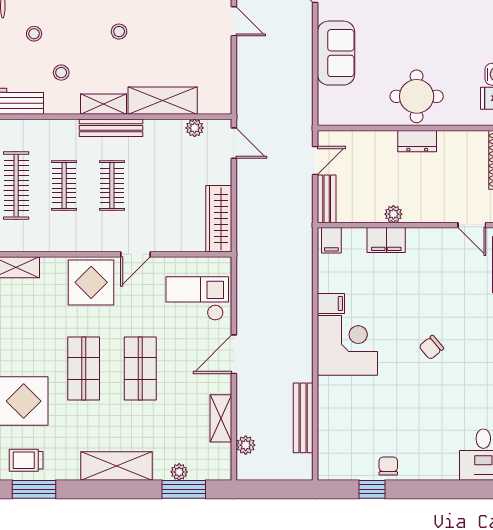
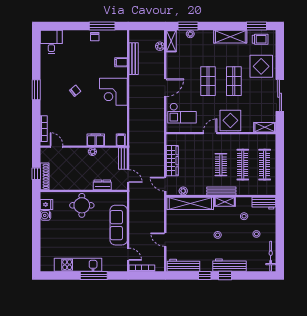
sofa: (336, 53) -> (119, 225), width x1.36
shelving: (163, 101) -> (190, 203), width x1.47
dresser: (417, 141) -> (102, 185), moved
door: (315, 161) -> (128, 176), swing flipped
clothes rail: (64, 186) -> (243, 165), width x1.36
wardrobe: (219, 219) -> (172, 161), moved
filing cabinet: (331, 303) -> (121, 62), moved
shelving: (221, 418) -> (171, 41), moved
shelving: (116, 466) -> (230, 37), moved
window: (372, 489) -> (102, 26), width x2.17

